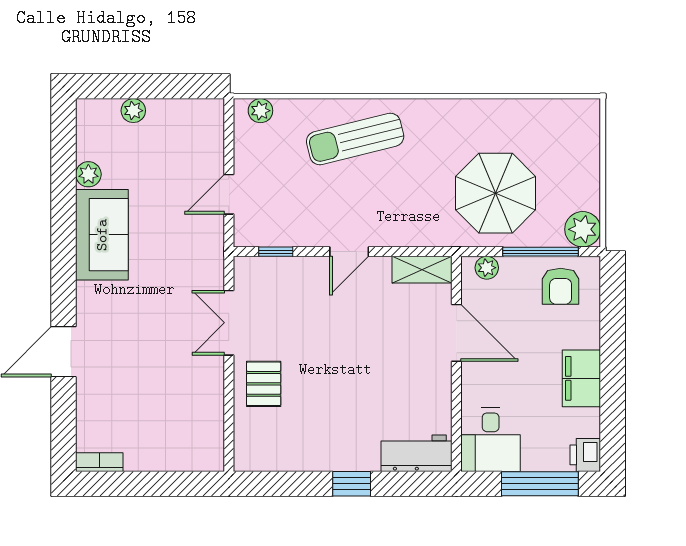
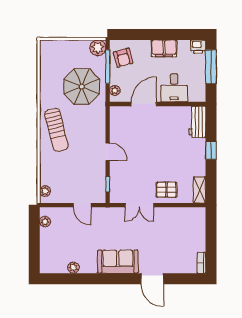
plant: (133, 111) -> (45, 222), moved
sun lounger: (355, 139) -> (56, 130), moved
sofa: (102, 235) -> (118, 262), moved
shelving: (422, 270) -> (200, 190), moved
armchair: (561, 286) -> (123, 58), turned 75
desk: (491, 440) -> (174, 88), moved, turned 90

